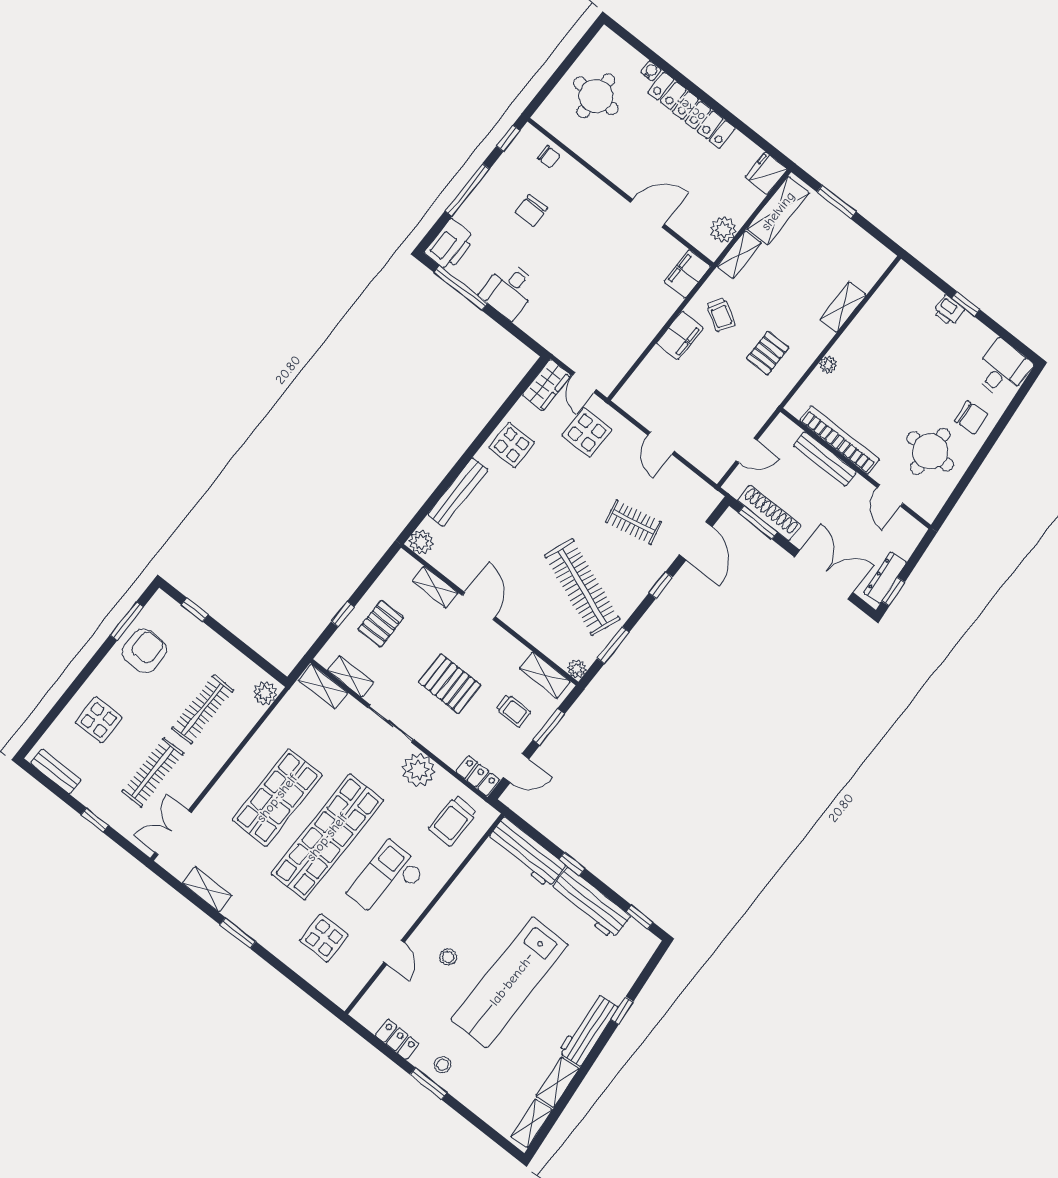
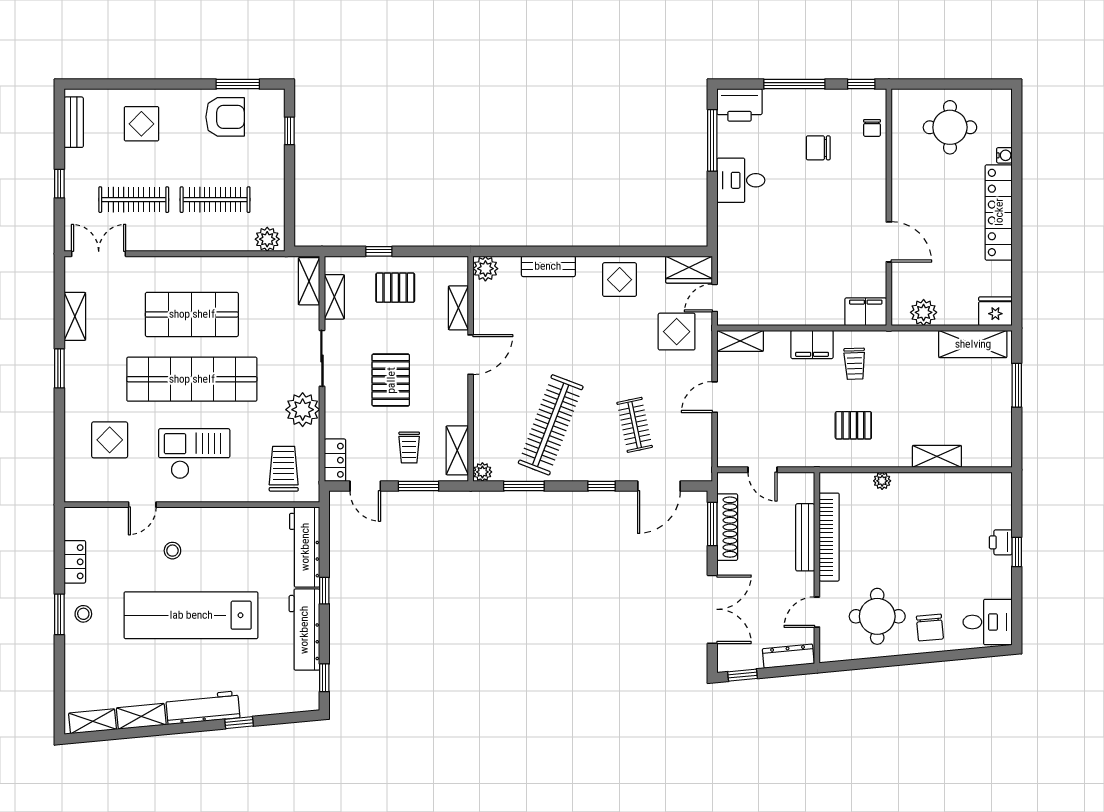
shelving: (739, 255) -> (740, 341), moved
trolley: (721, 314) -> (855, 364), turned -32
bench: (458, 492) -> (548, 266), width x0.73
dresser: (885, 578) -> (788, 656), moved
trolley: (453, 821) -> (284, 469), turned 89

